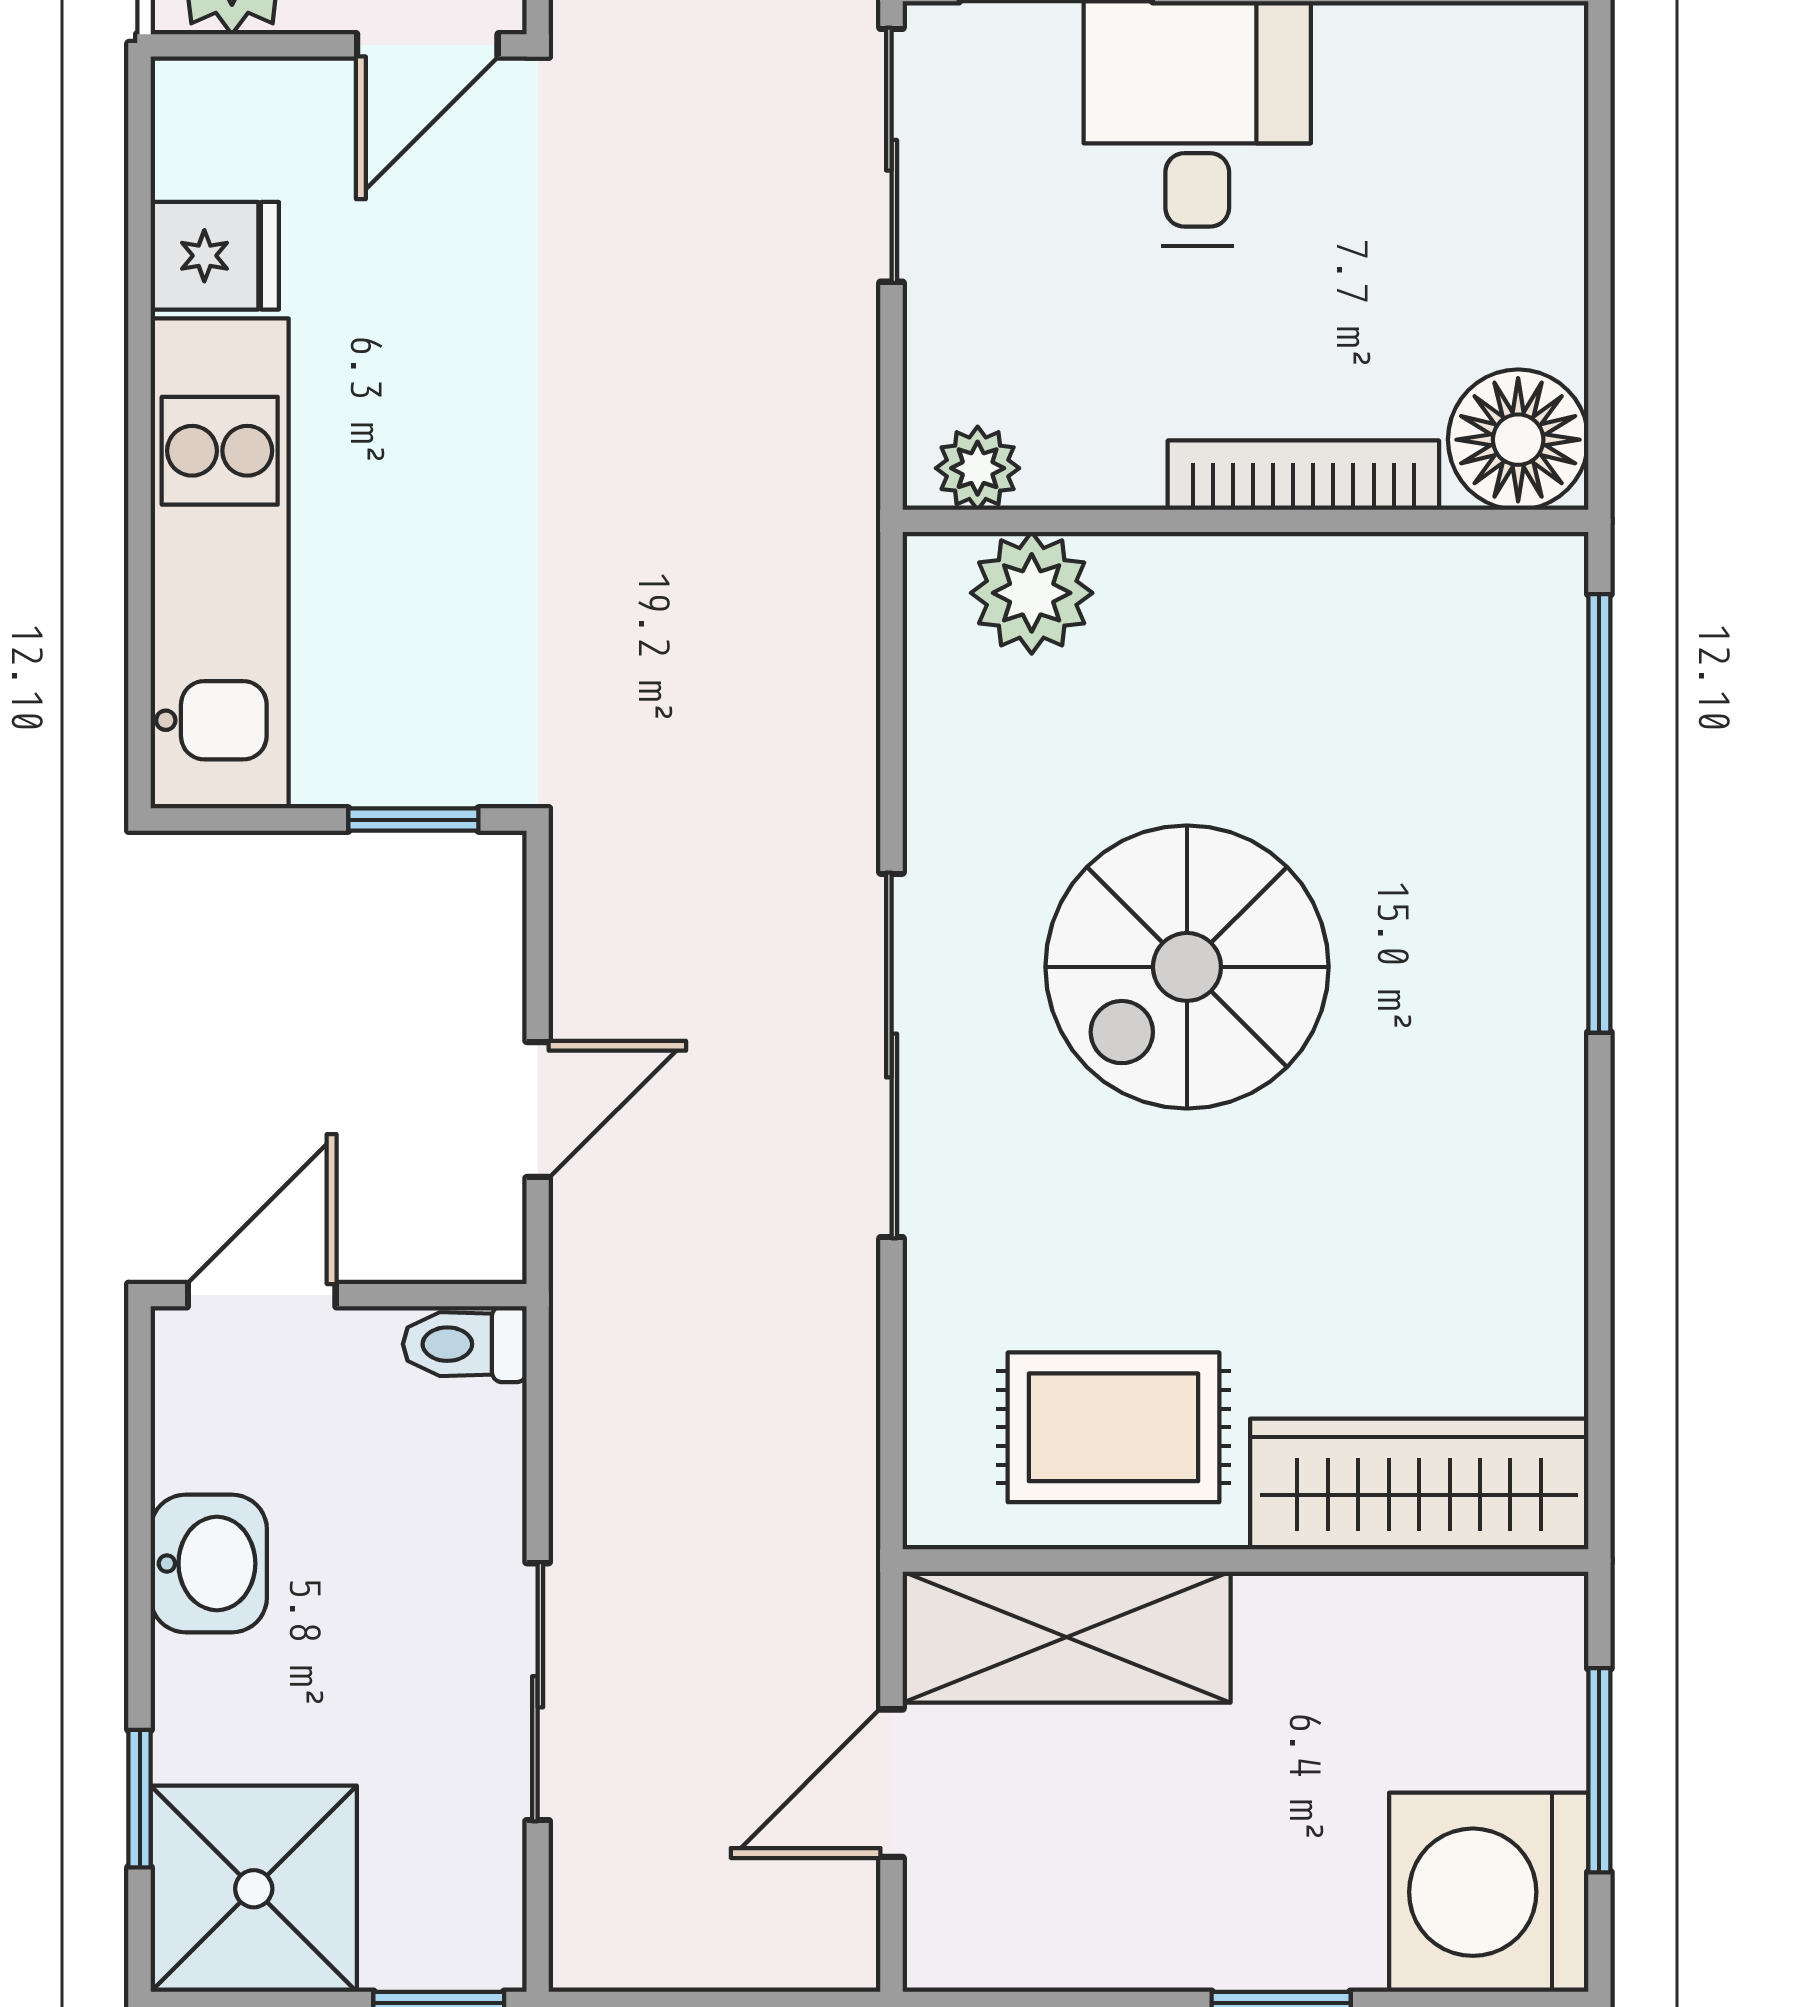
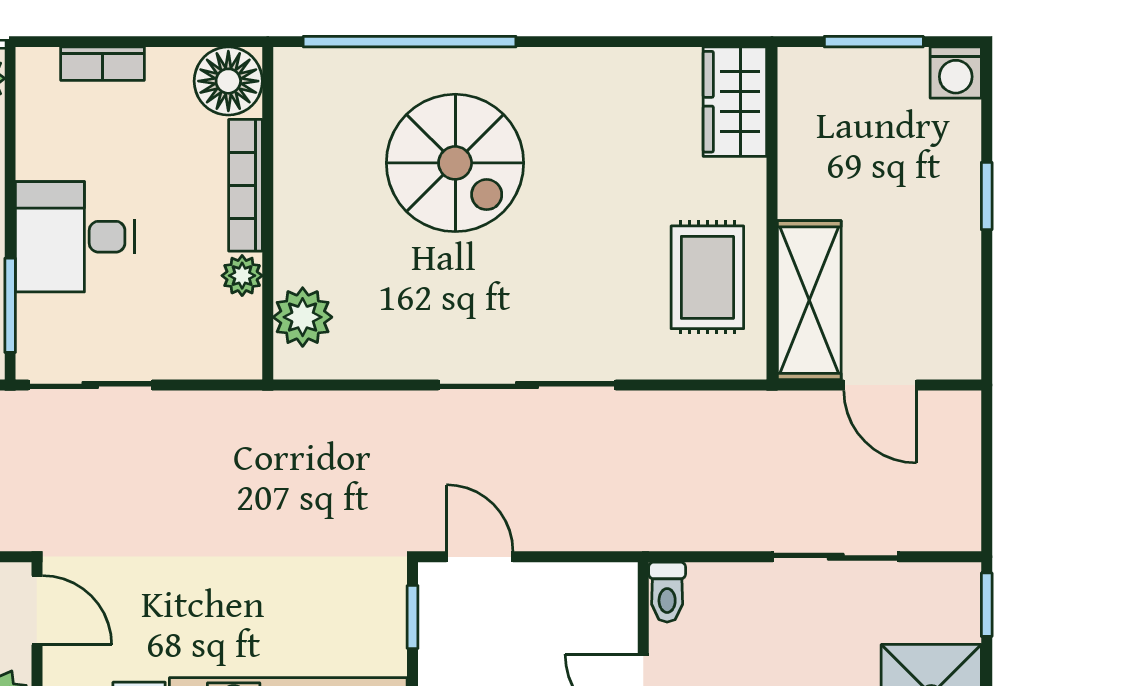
bookcase: (1554, 181) -> (103, 64), added
plant: (978, 468) -> (242, 276), moved
spiral stairs: (1187, 967) -> (455, 163), moved
door: (538, 1109) -> (480, 557), moved
wardrobe: (1419, 1484) -> (735, 102), width x0.67
washing machine: (1489, 1892) -> (956, 73), width x0.53, depth x0.53

